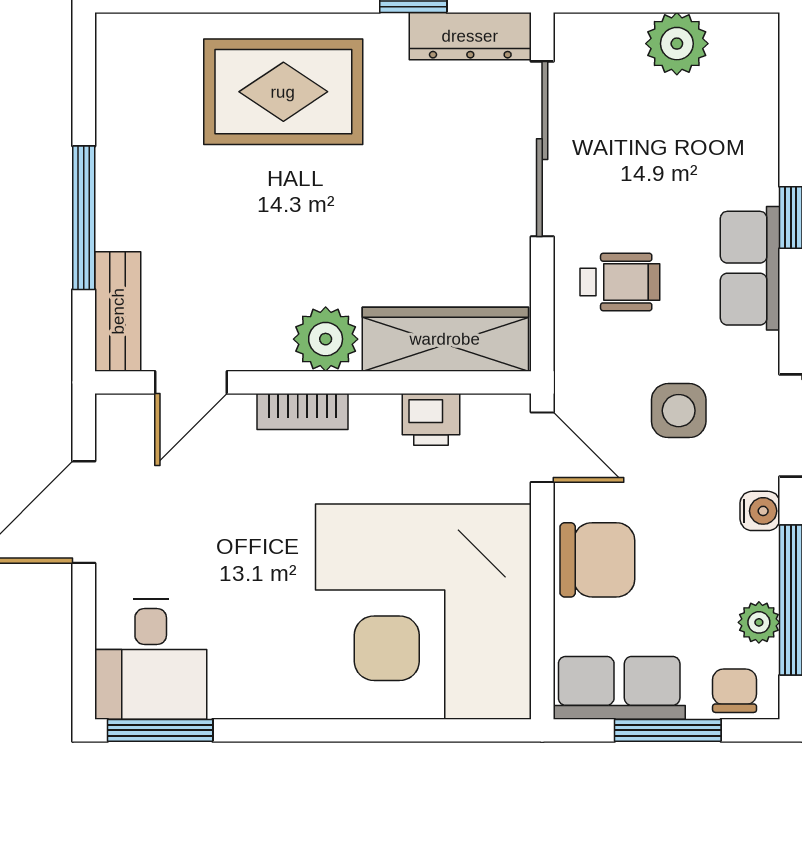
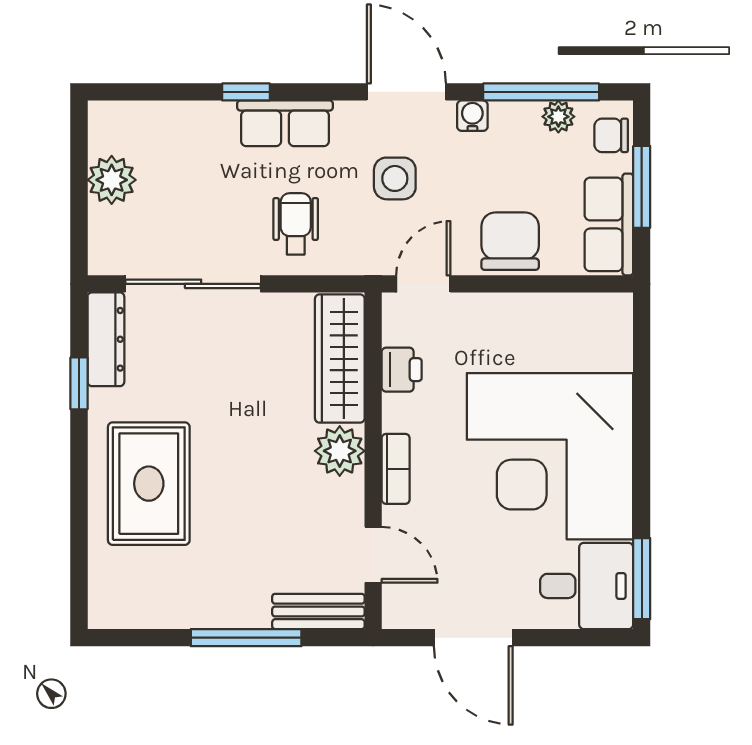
corner desk: (423, 612) -> (550, 456), moved, turned 90

